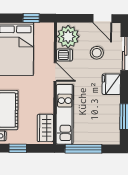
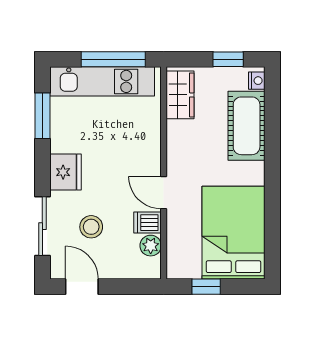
plant: (68, 37) -> (151, 246), width x0.53, depth x0.53
kitchen unit: (65, 114) -> (102, 81), moved, turned -90

